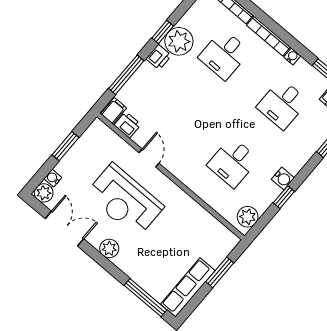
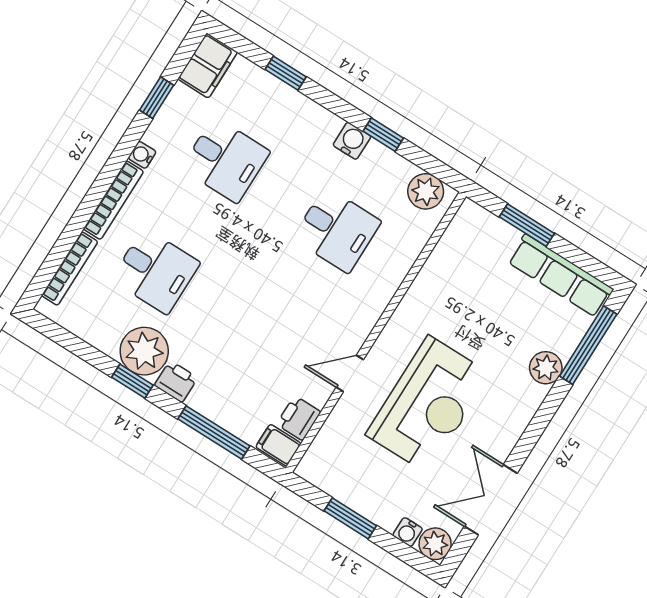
plant: (109, 248) -> (546, 368), moved

